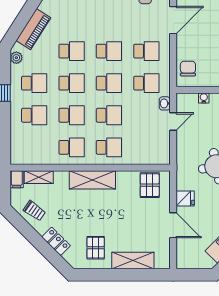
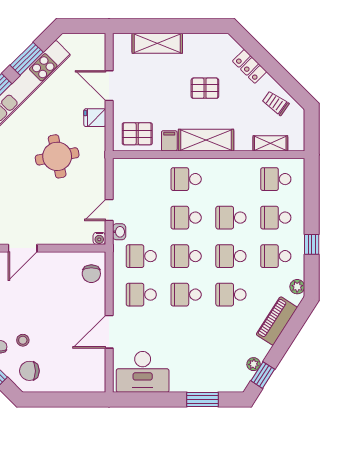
water cooler: (204, 98) -> (99, 238), moved
school desk: (72, 147) -> (276, 179), moved
filing cabinet: (17, 179) -> (169, 141), moved
pallet: (150, 185) -> (137, 134), turned 90
pallet: (96, 248) -> (205, 88), moved, turned 90

